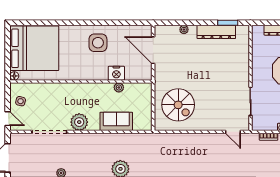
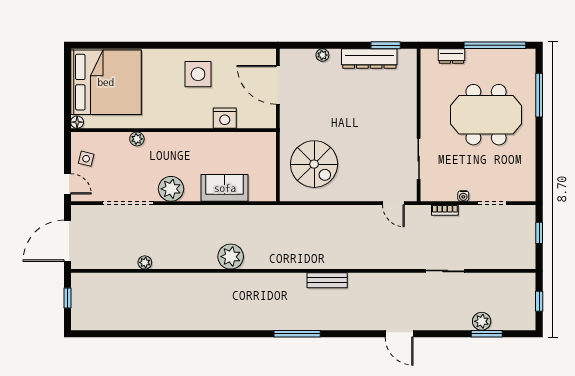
plant: (119, 88) -> (137, 139), moved

